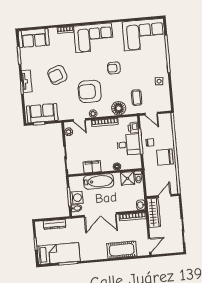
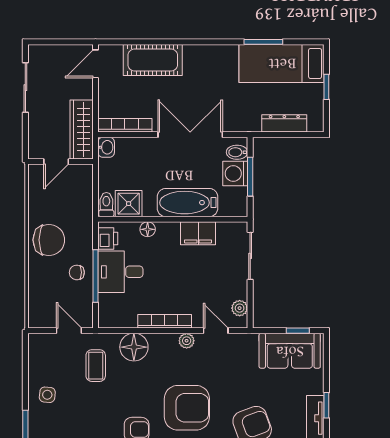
armchair: (90, 91) -> (187, 408), moved
printer: (133, 128) -> (108, 239), moved

